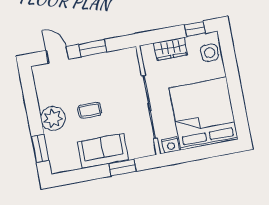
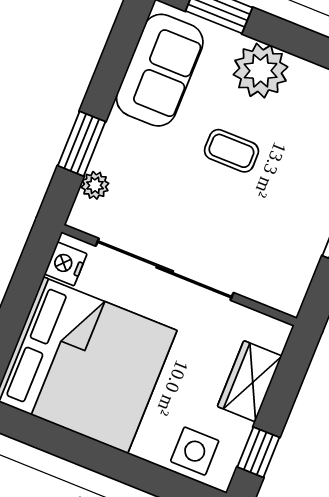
coffee table: (90, 110) -> (231, 151), turned 90
sofa: (103, 151) -> (160, 70), moved
plant: (135, 153) -> (95, 185), added

